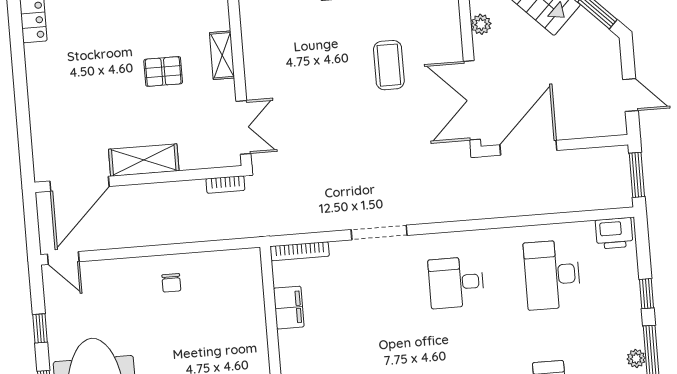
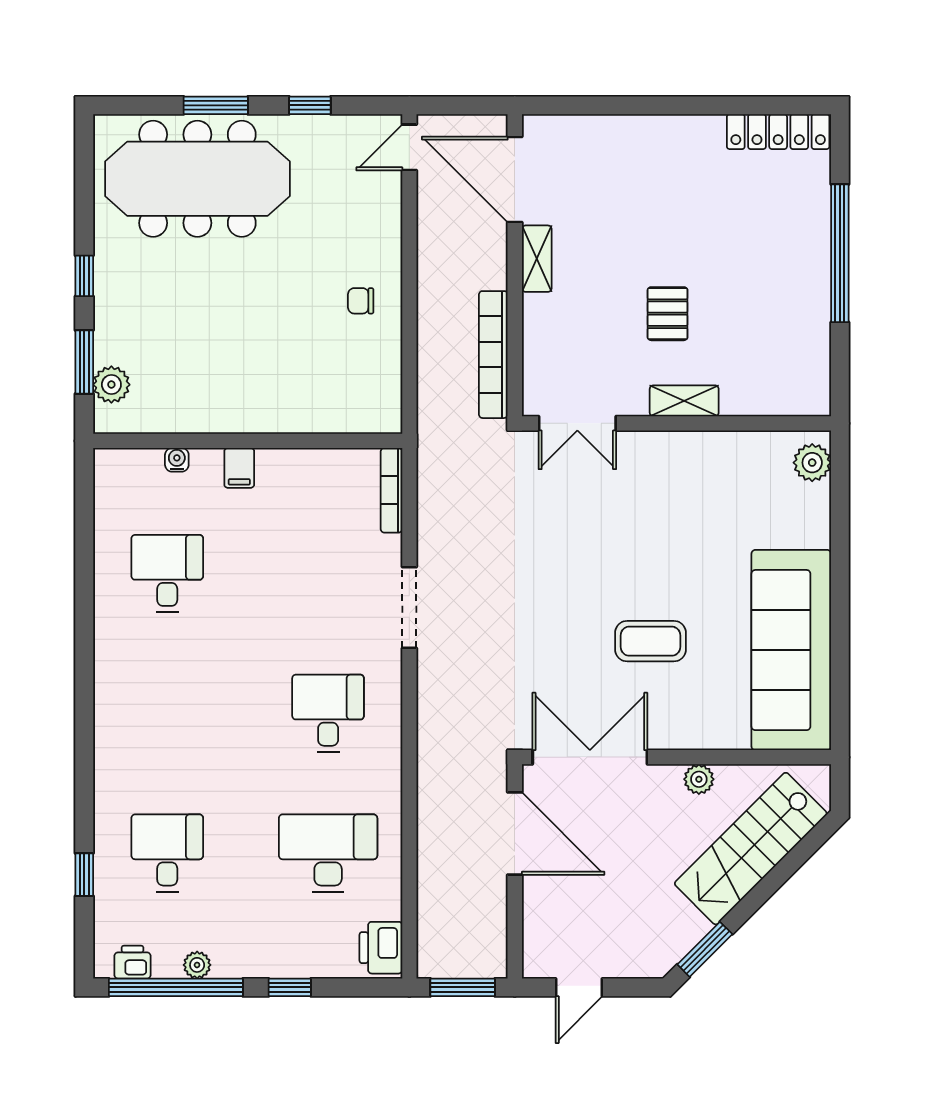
shelving: (144, 160) -> (537, 259), width x0.67, depth x0.75
bookcase: (225, 184) -> (493, 355), width x2.31, depth x1.31
filing cabinet: (289, 308) -> (239, 468), moved, width x0.50

